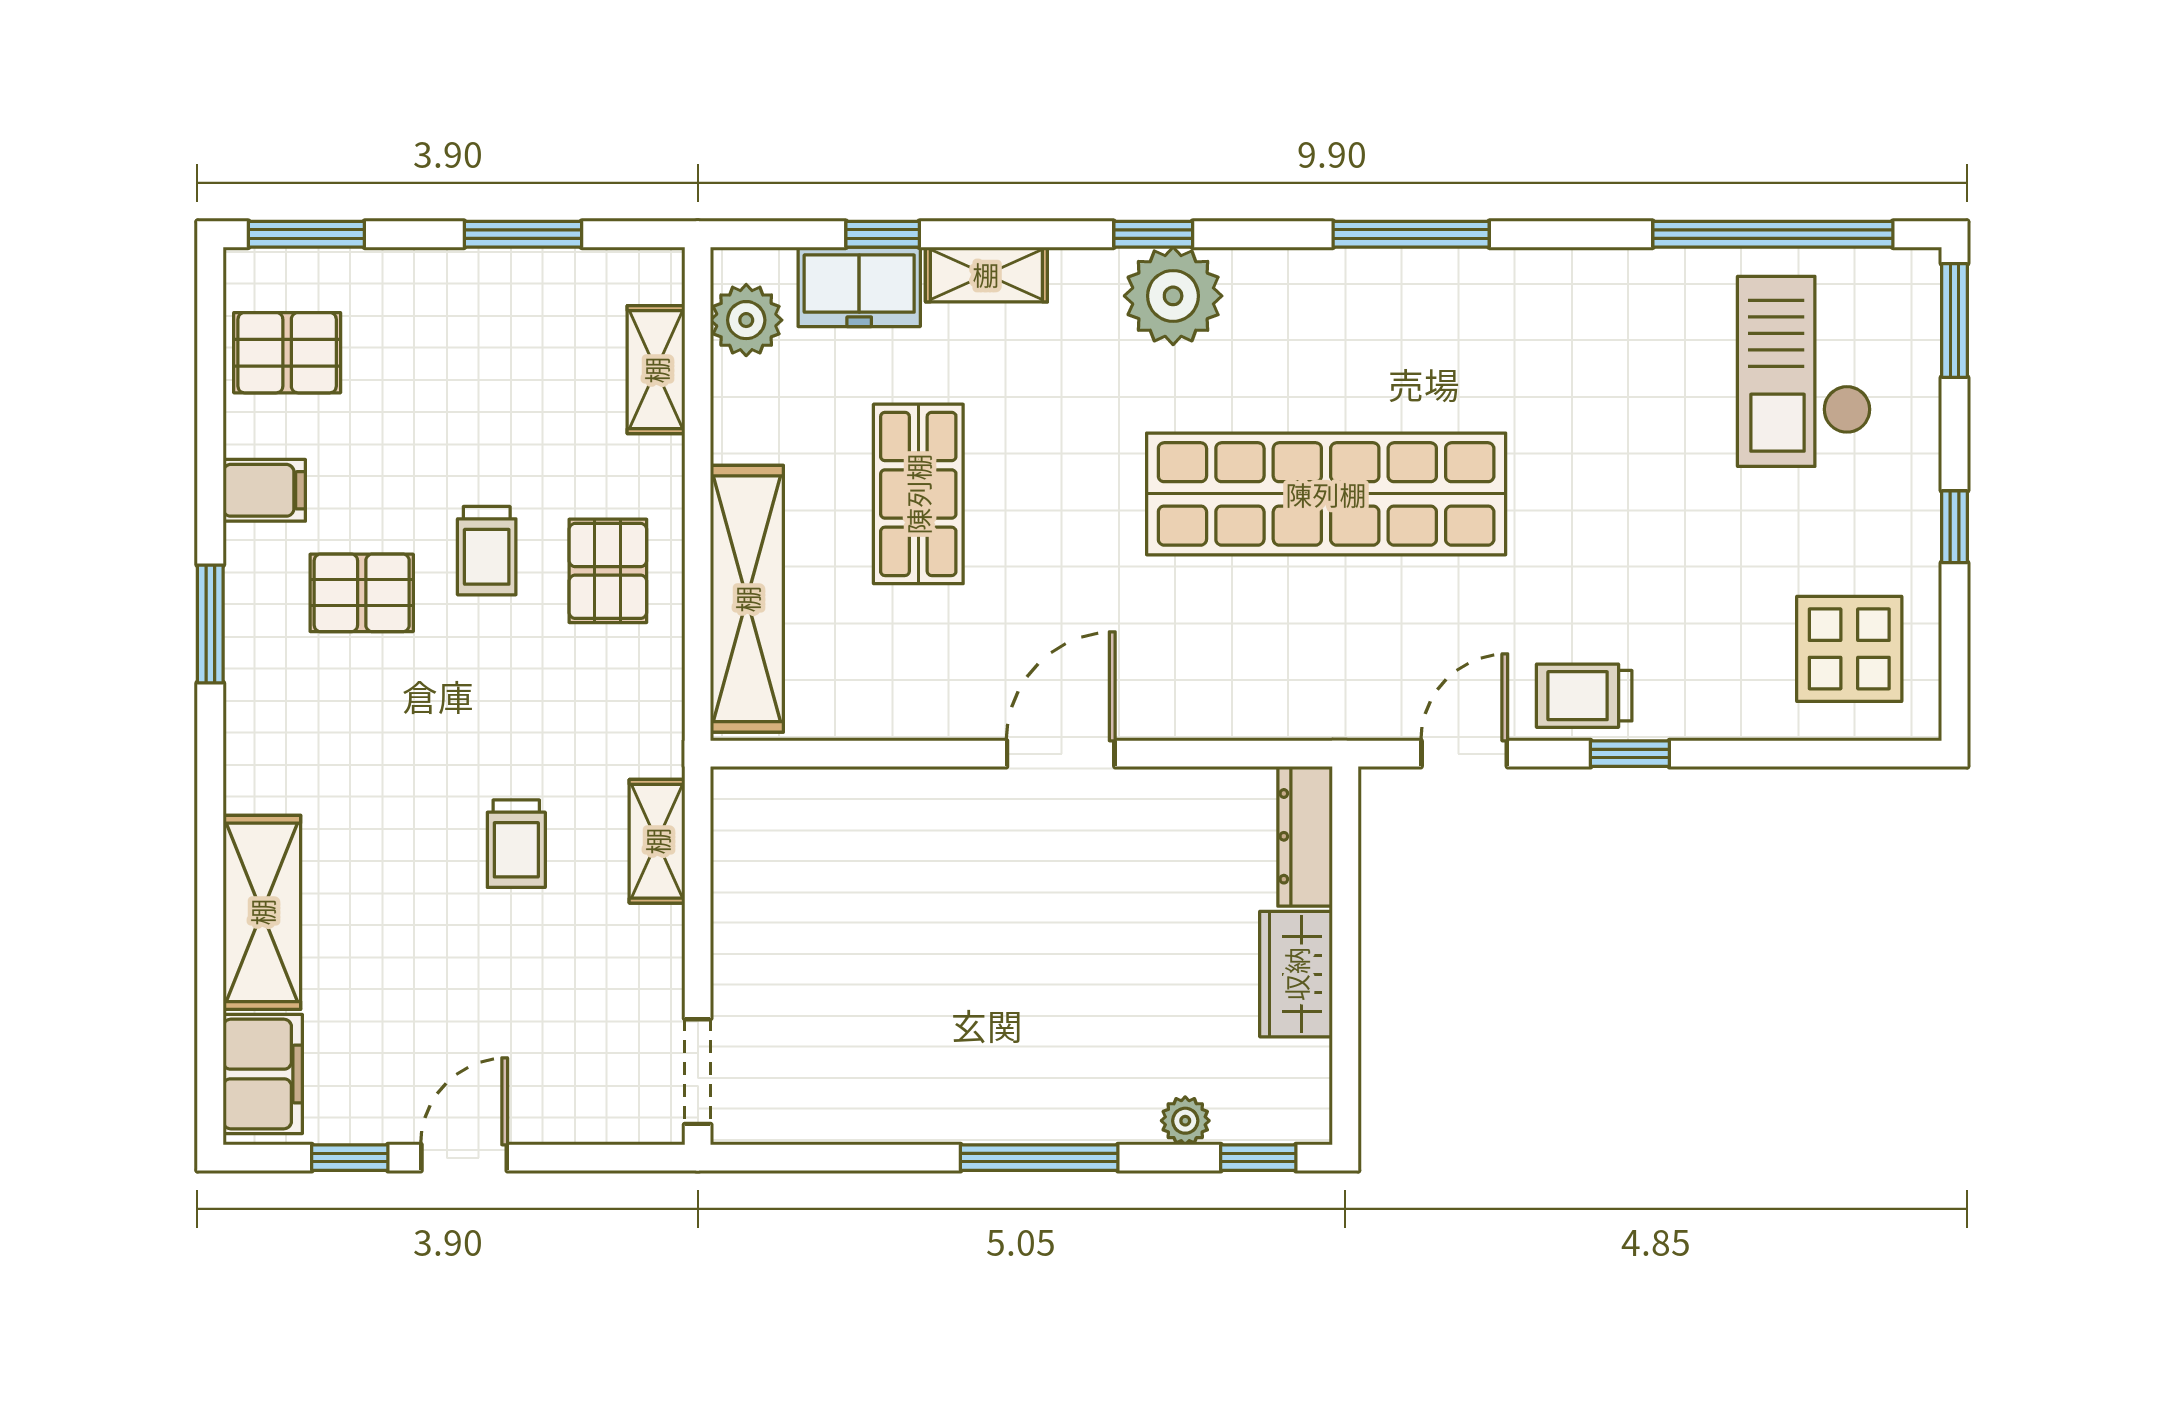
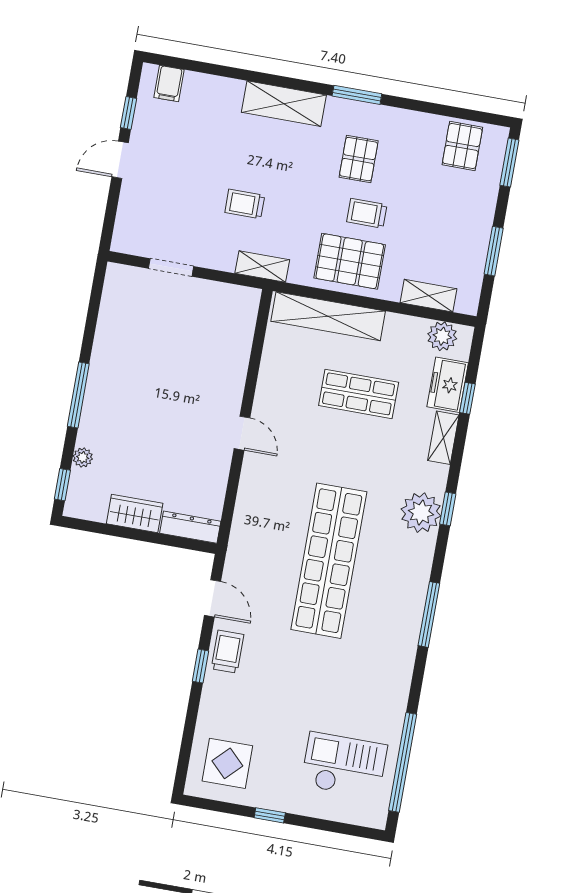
window: (1955, 321) -> (354, 830), removed
filing cabinet: (264, 490) -> (408, 127), removed
pallet: (608, 571) -> (350, 261), width x1.50, depth x1.42
door: (1061, 754) -> (242, 433), width x0.73
shelving: (657, 841) -> (262, 266), moved
shelving: (262, 912) -> (284, 104), moved
doorway: (698, 1072) -> (171, 267), moved
filing cabinet: (263, 1074) -> (169, 84), width x0.50
door: (464, 1158) -> (120, 160), swing flipped

